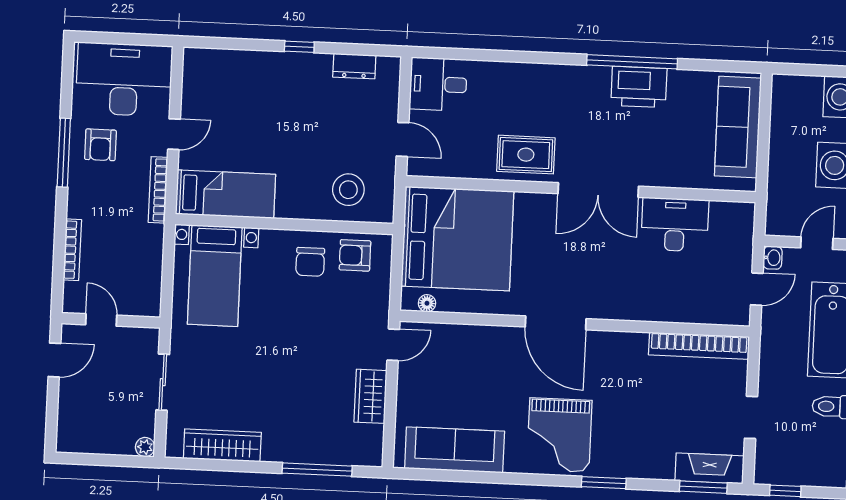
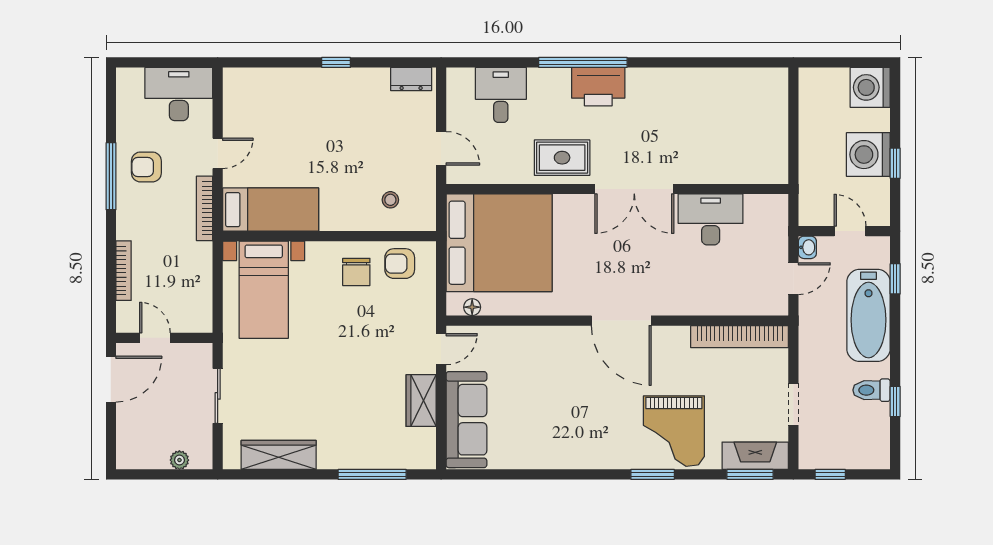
window: (632, 62) -> (583, 62), moved
dresser: (354, 66) -> (411, 79), moved
desk: (124, 79) -> (179, 94), width x0.73, depth x0.77
desk: (438, 84) -> (501, 95), moved, turned 90
printer: (639, 87) -> (598, 87), moved
sofa: (738, 127) -> (768, 121), removed
armchair: (100, 145) -> (146, 167), turned 90
stool: (348, 190) -> (390, 200), width x0.53, depth x0.53
door: (817, 243) -> (850, 231), hinge flipped
door: (556, 323) -> (621, 321), moved
door: (54, 360) -> (111, 379), width x1.38
grand piano: (559, 435) -> (674, 431), moved
plant: (145, 447) -> (179, 460), moved
sofa: (455, 450) -> (466, 420), moved, turned 90

